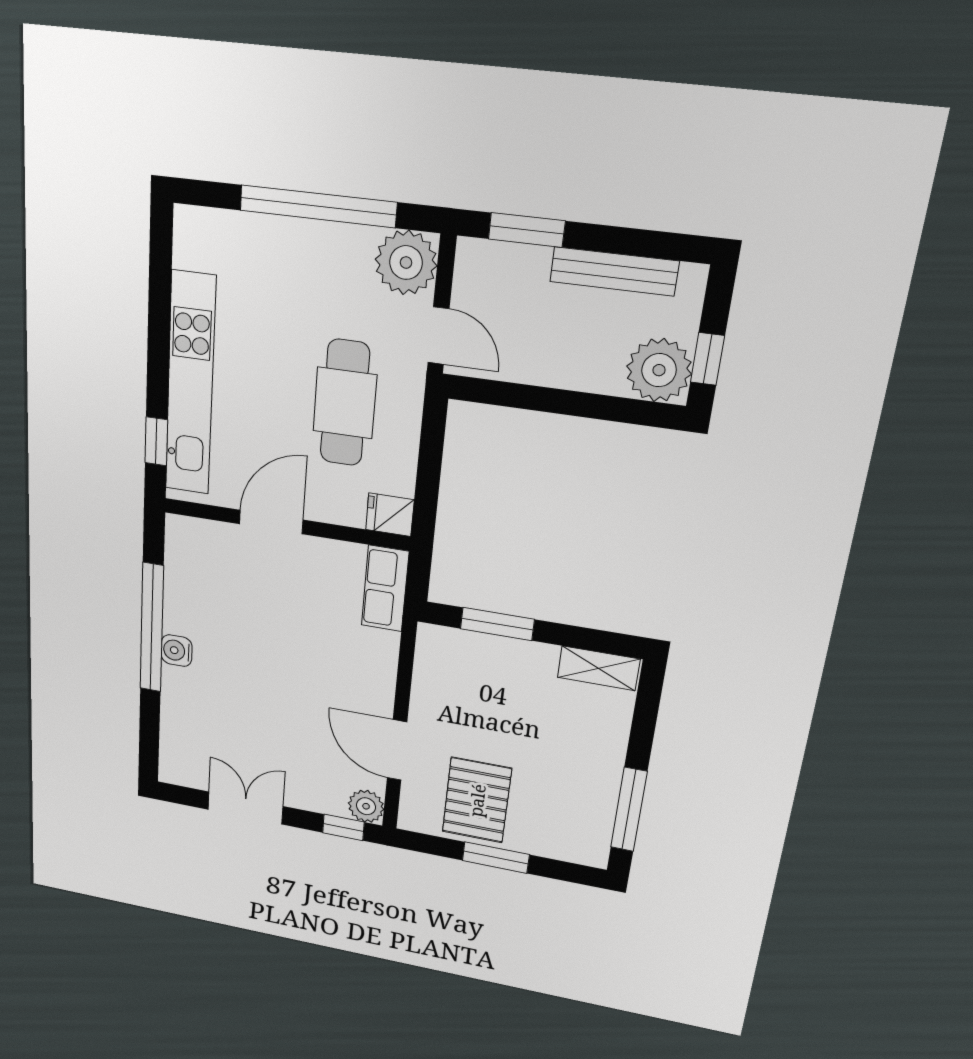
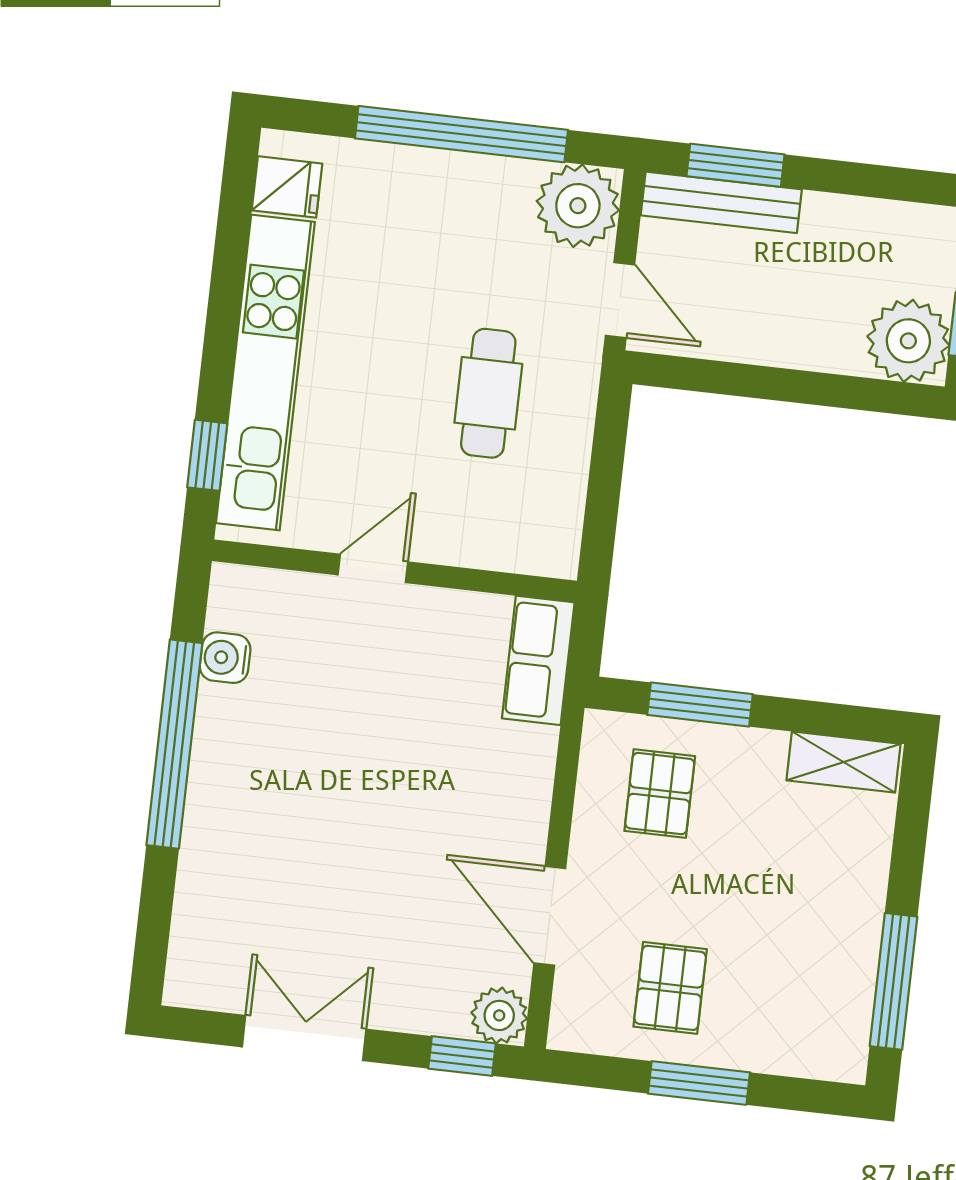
bench: (614, 271) -> (721, 202), moved
cafe table: (345, 403) -> (488, 393), width x0.73, depth x0.74
fridge: (390, 515) -> (287, 187), moved, turned 180
door: (271, 522) -> (373, 568), width x0.73
water cooler: (177, 651) -> (225, 658), moved
pallet: (469, 680) -> (660, 794), added
pallet: (477, 800) -> (670, 988), width x0.67, depth x0.71

